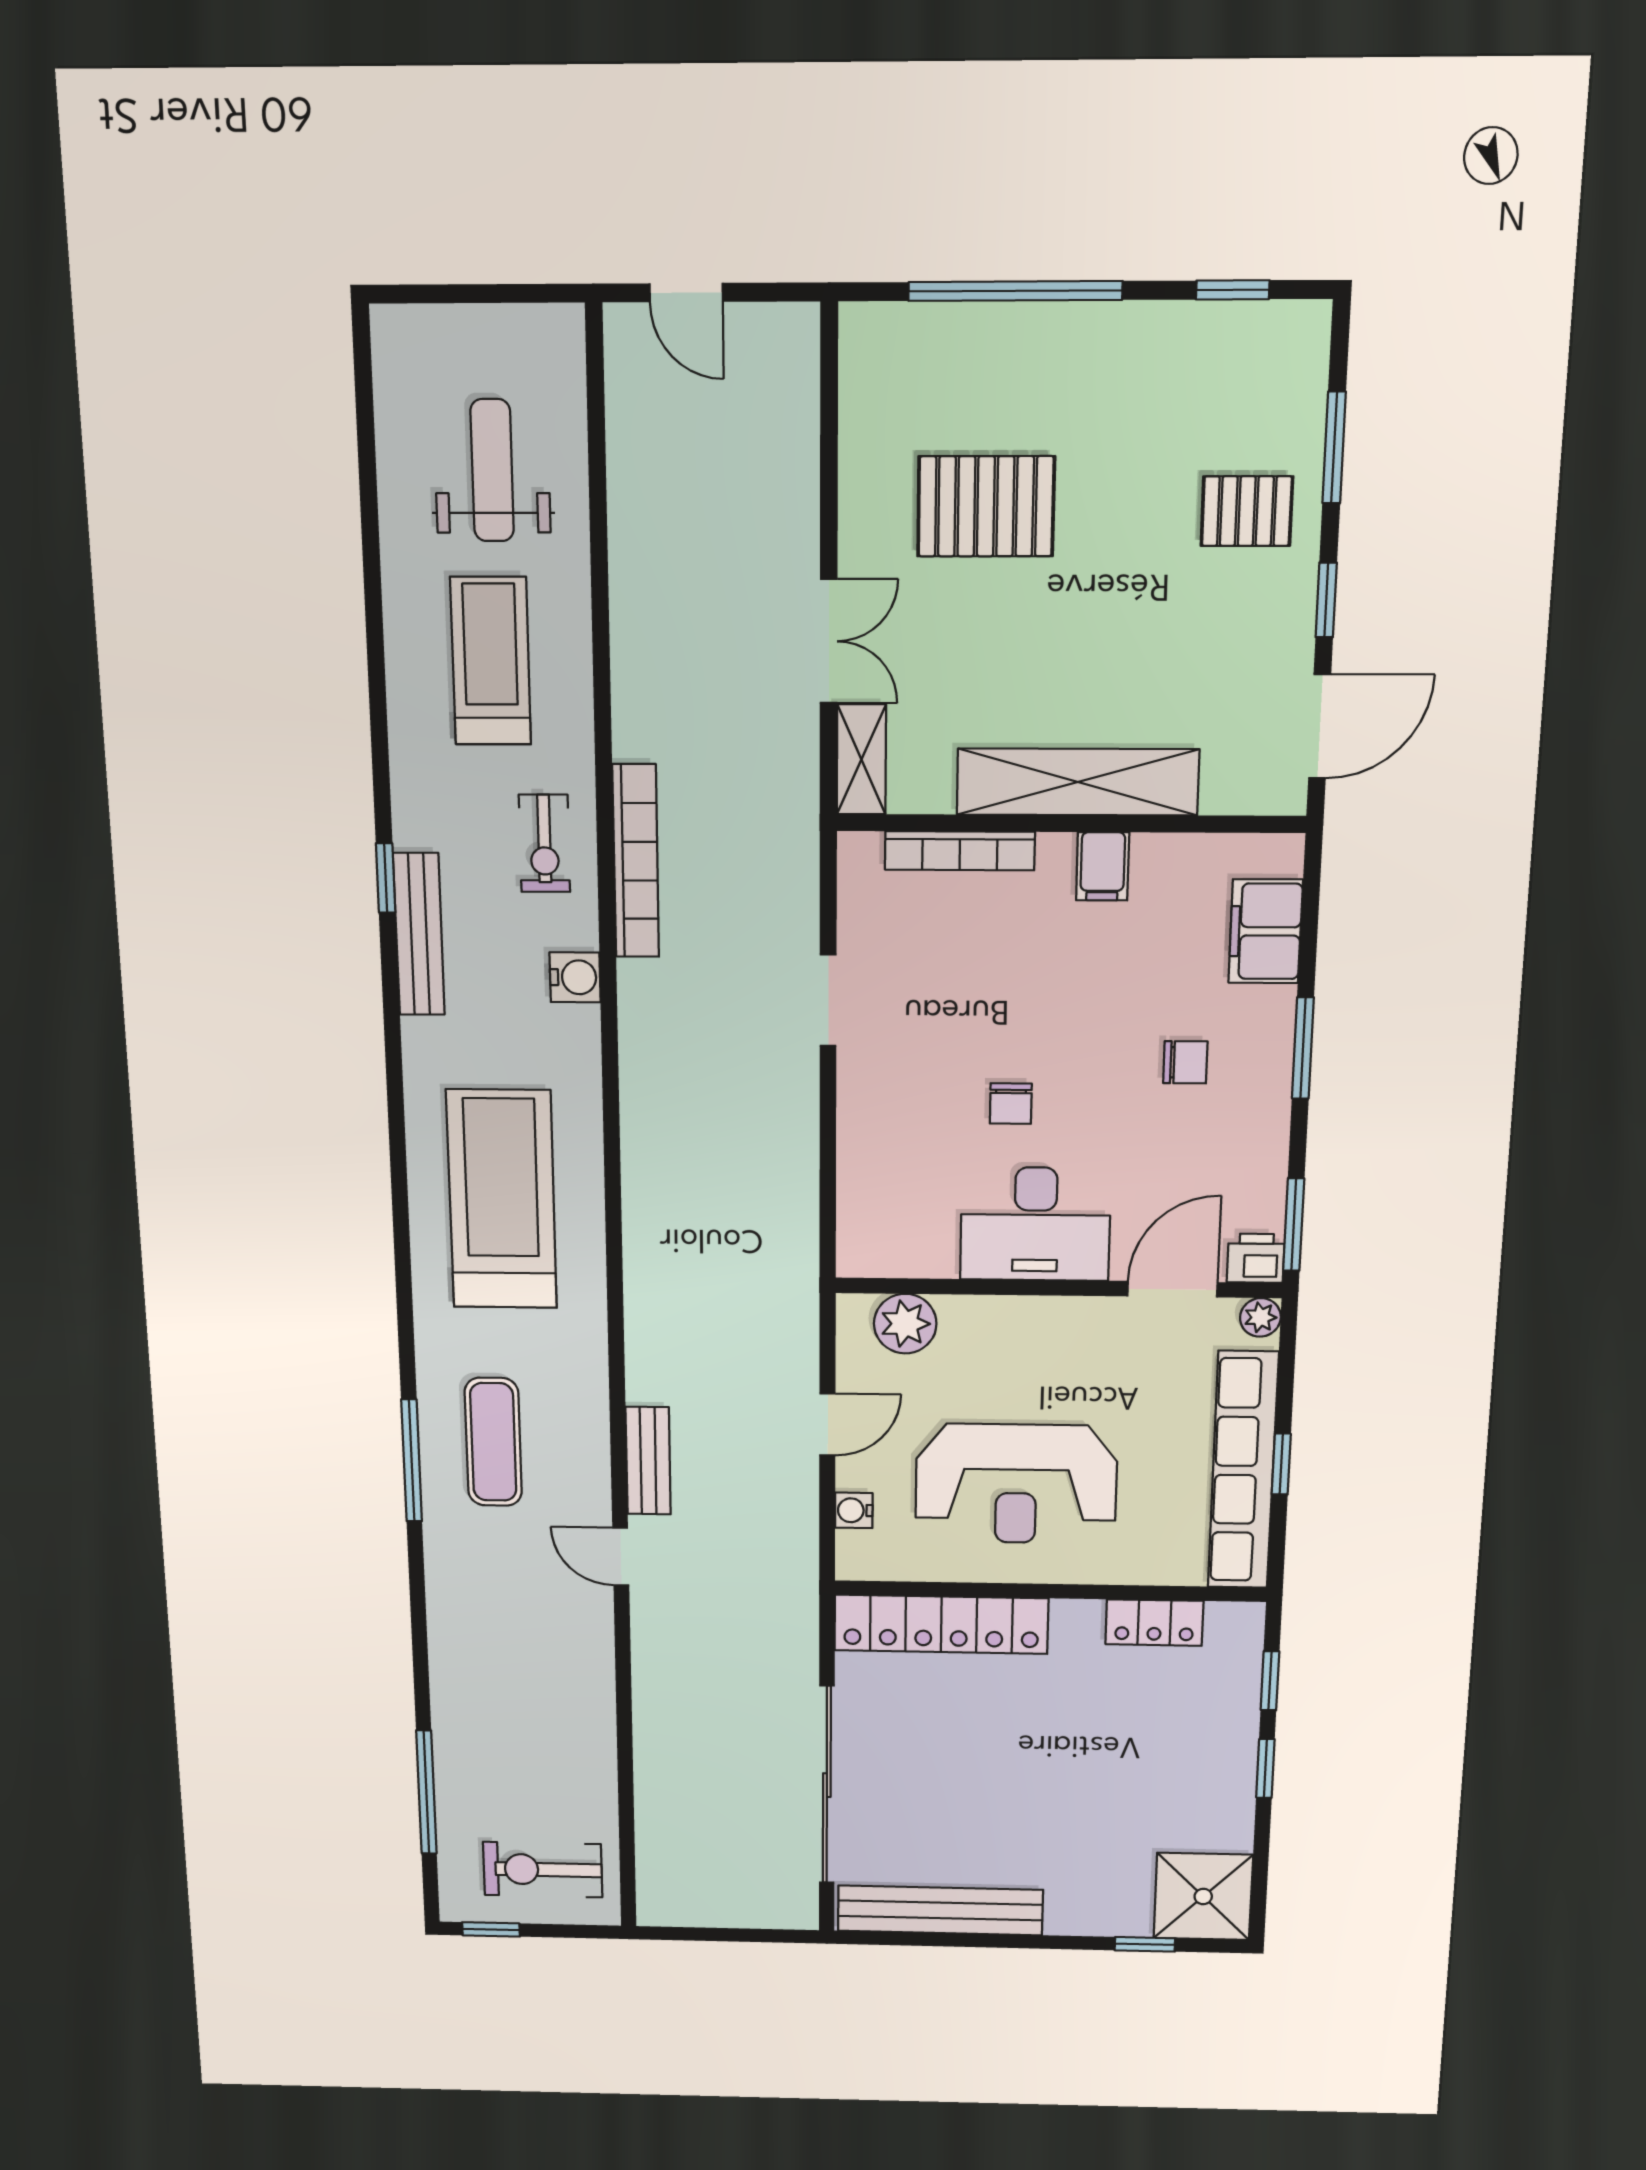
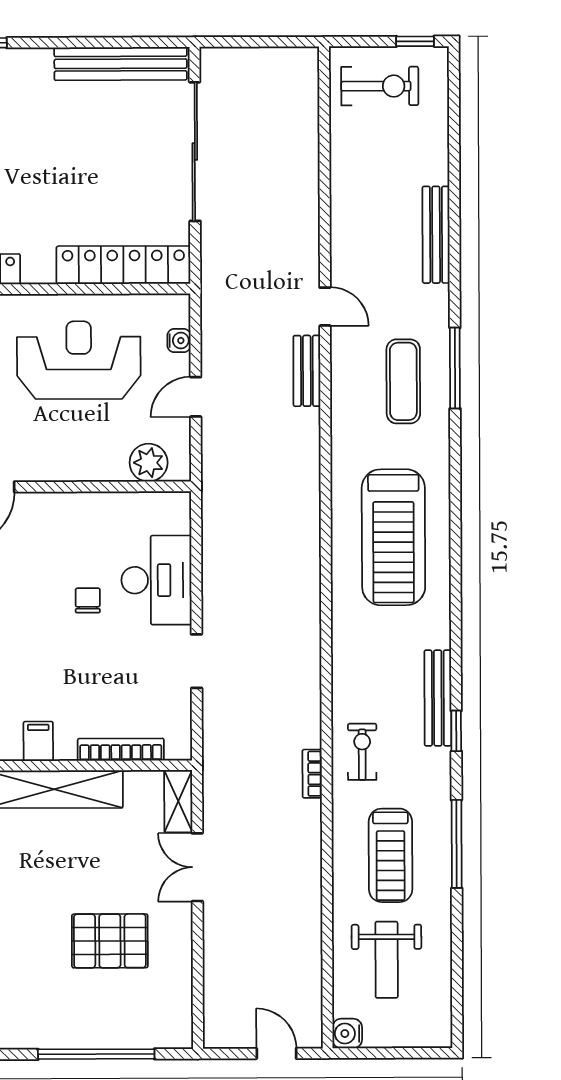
bookcase: (636, 861) -> (312, 774), width x0.43, depth x0.76
water cooler: (575, 977) -> (347, 1034), moved
desk: (1035, 1224) -> (156, 580), moved, turned 90
bench: (449, 1658) -> (436, 235), added
window: (426, 1792) -> (457, 844), moved

